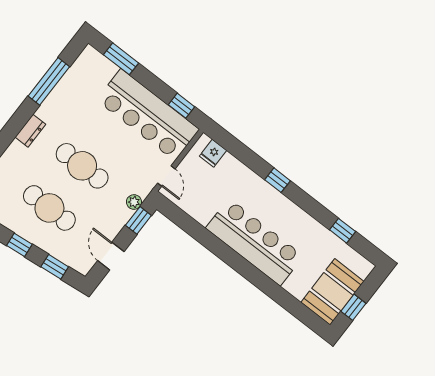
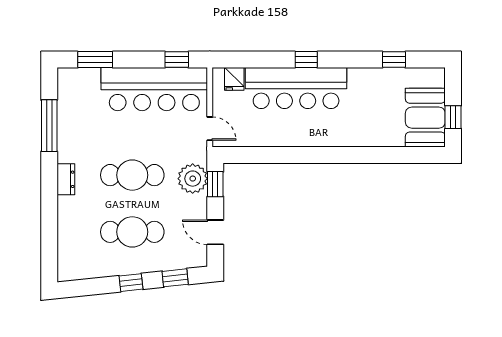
plant: (134, 202) -> (193, 179), width x1.88, depth x1.88
bar counter: (255, 242) -> (296, 88), moved, turned 180

